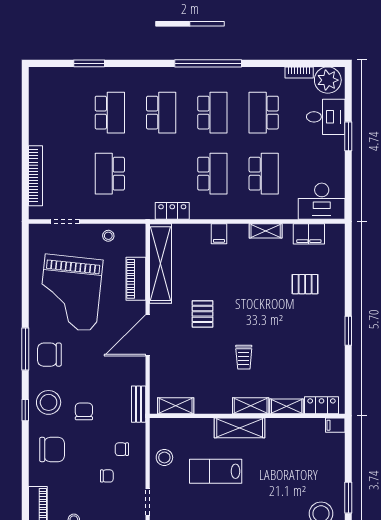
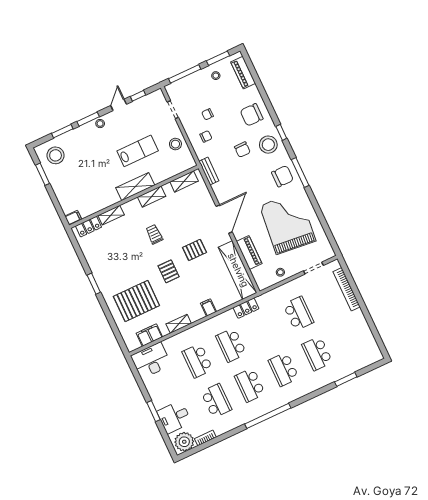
pallet: (305, 284) -> (136, 301), width x2.05, depth x2.00
pallet: (248, 302) -> (169, 271), added
pallet: (203, 314) -> (195, 250), turned 90
shelving: (251, 406) -> (152, 197), moved

